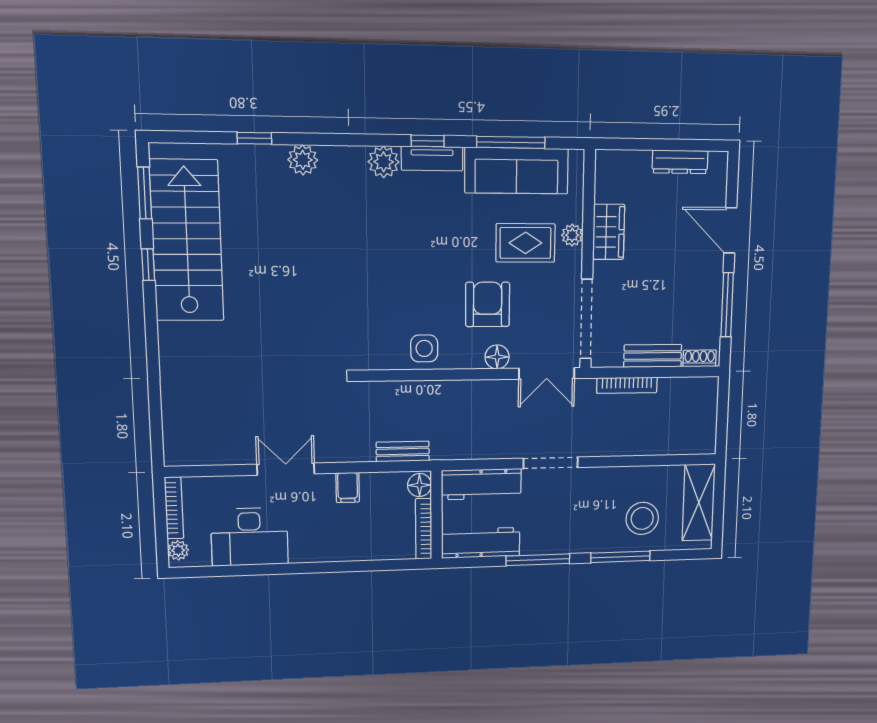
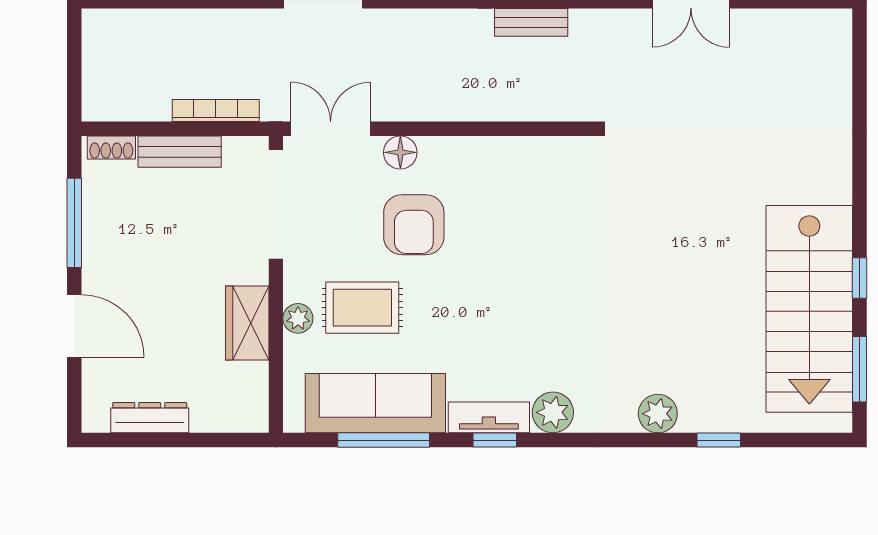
side table: (424, 348) -> (501, 165), removed

